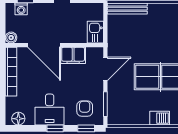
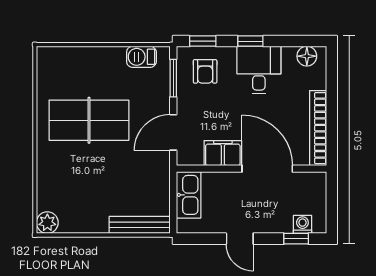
kitchen sink: (95, 32) -> (189, 195), width x1.38
boiler: (11, 38) -> (318, 180), removed
barbecue: (160, 118) -> (141, 57), moved

